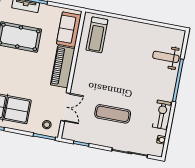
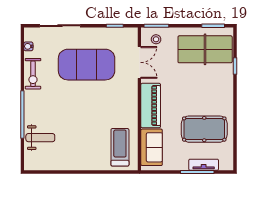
double door: (65, 107) -> (139, 62), swing flipped
exercise mat: (113, 114) -> (87, 65), width x2.00, depth x1.45

